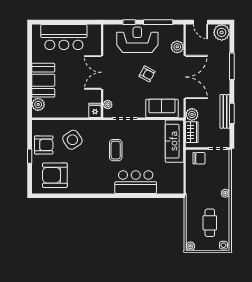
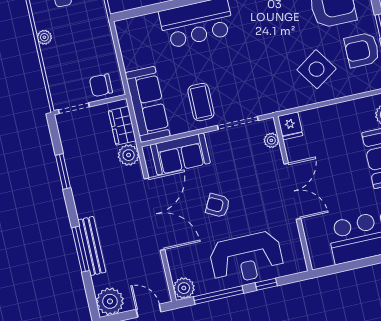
plant: (177, 47) -> (184, 288), moved
double door: (185, 77) -> (155, 214), swing flipped
bench: (225, 111) -> (92, 246), moved
coffee table: (116, 150) -> (201, 102), moved

